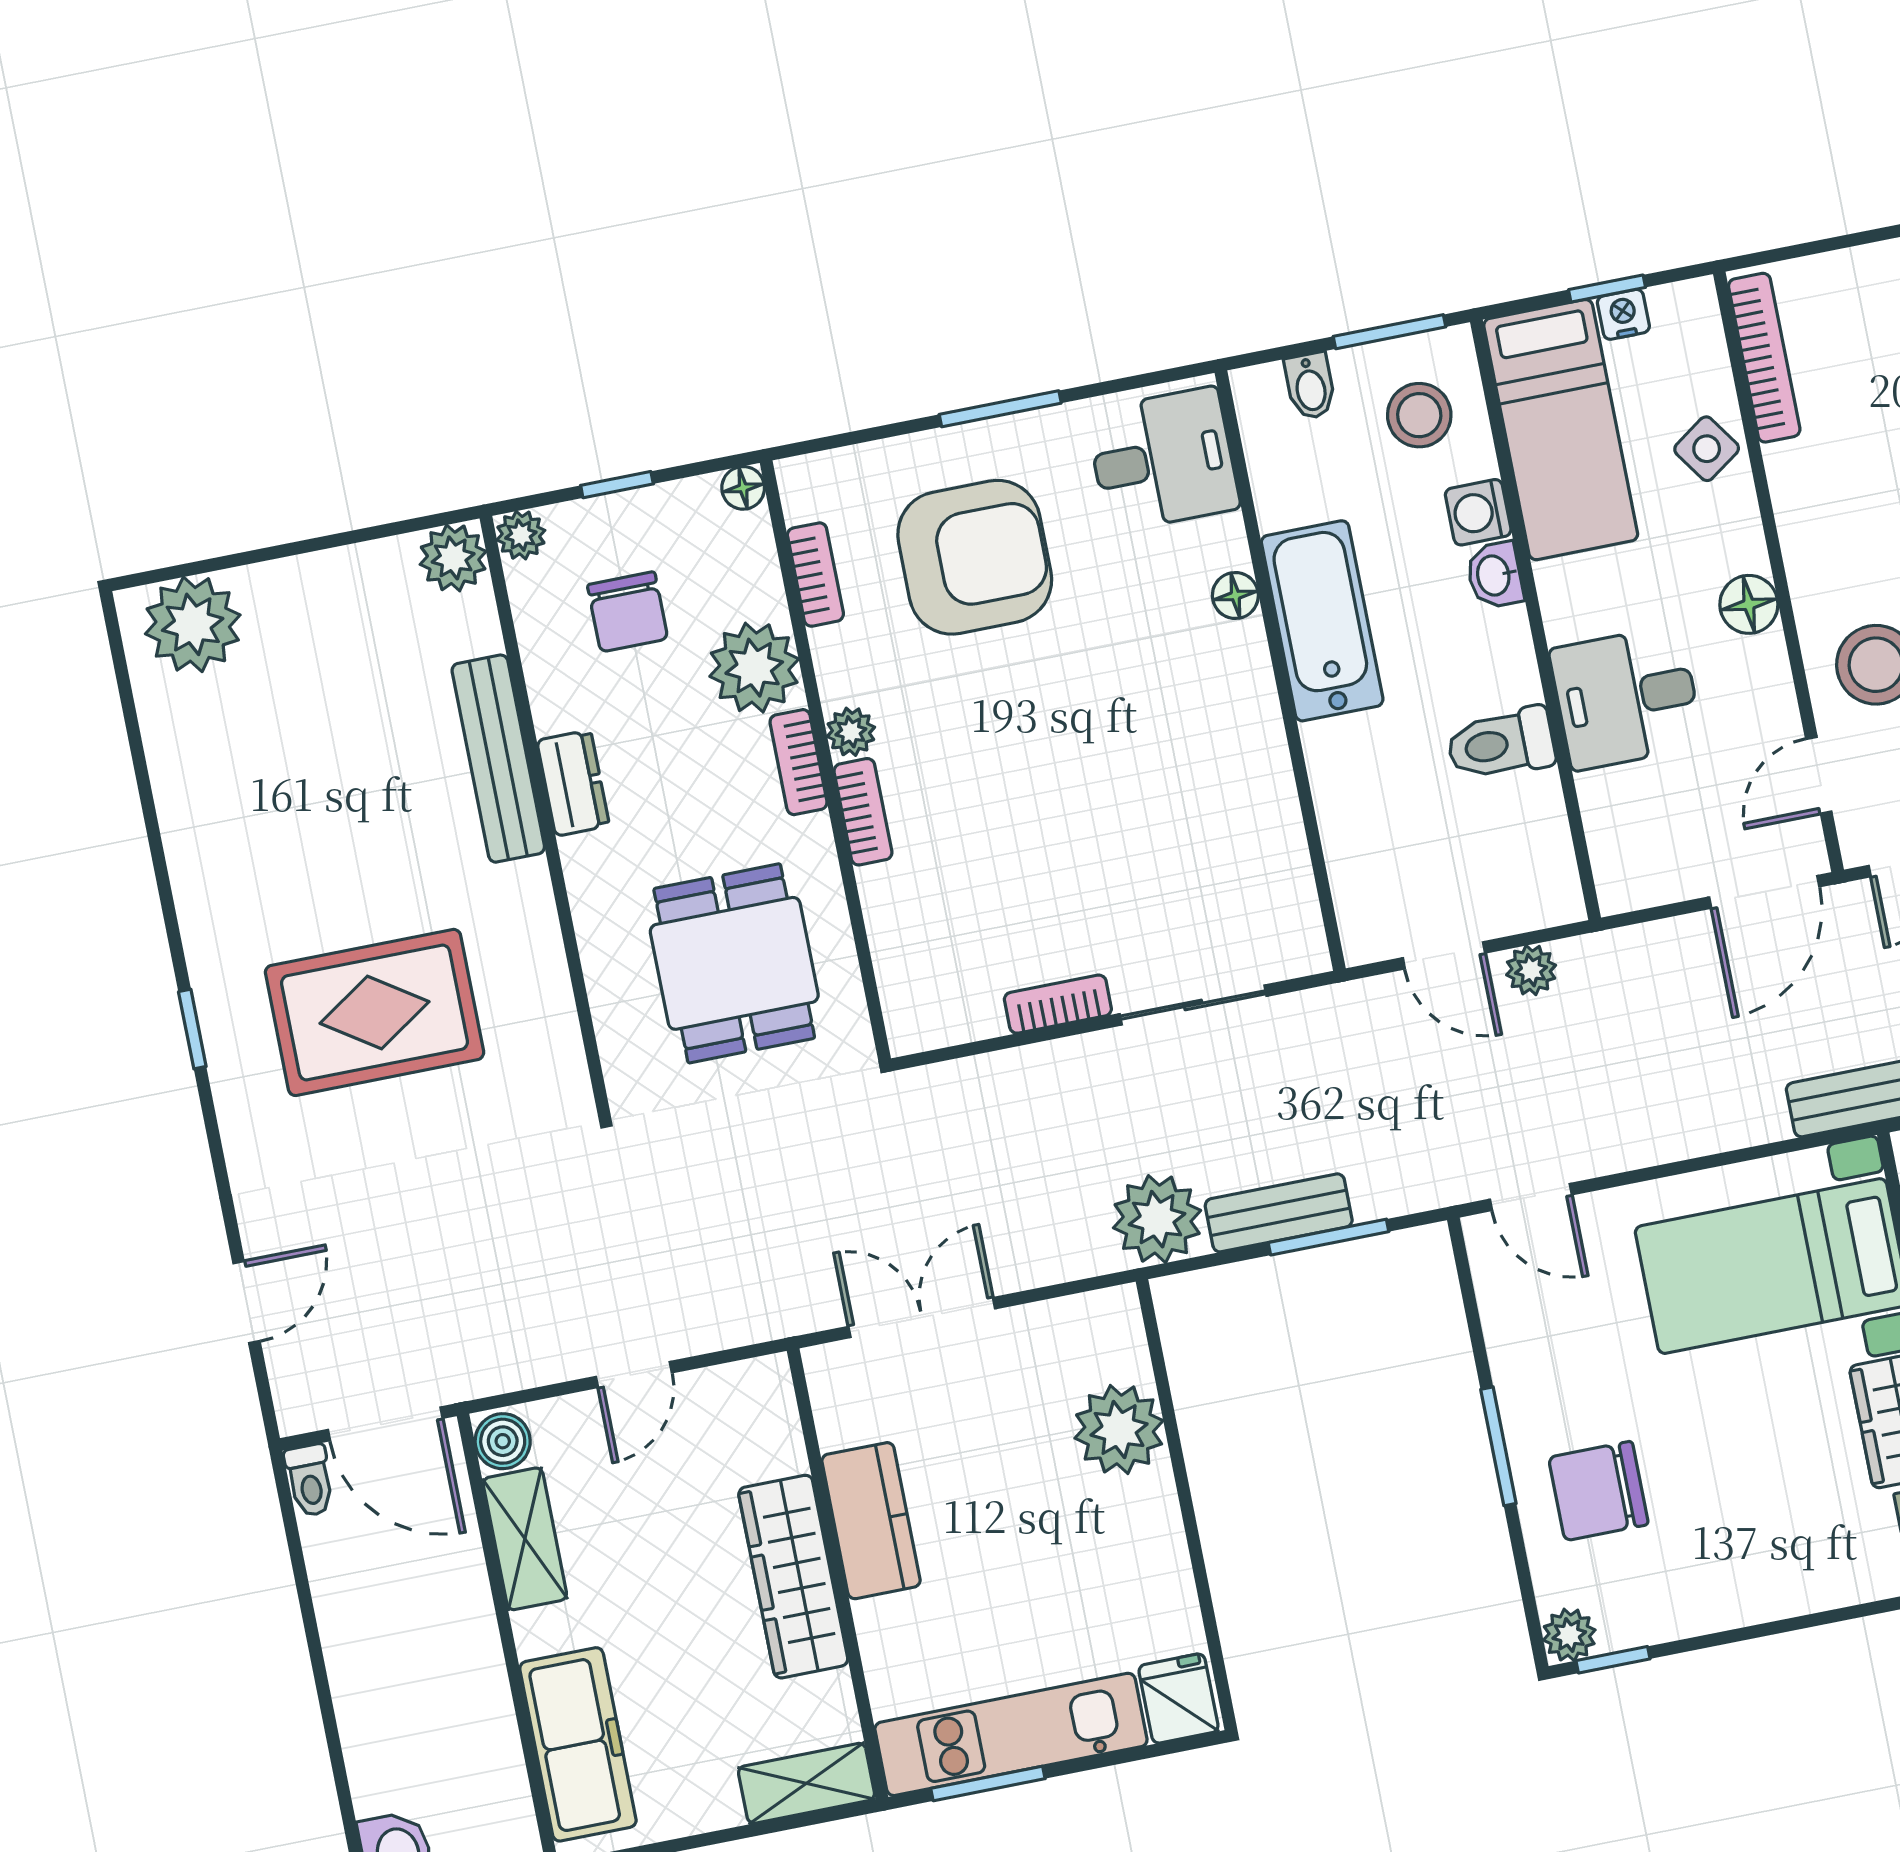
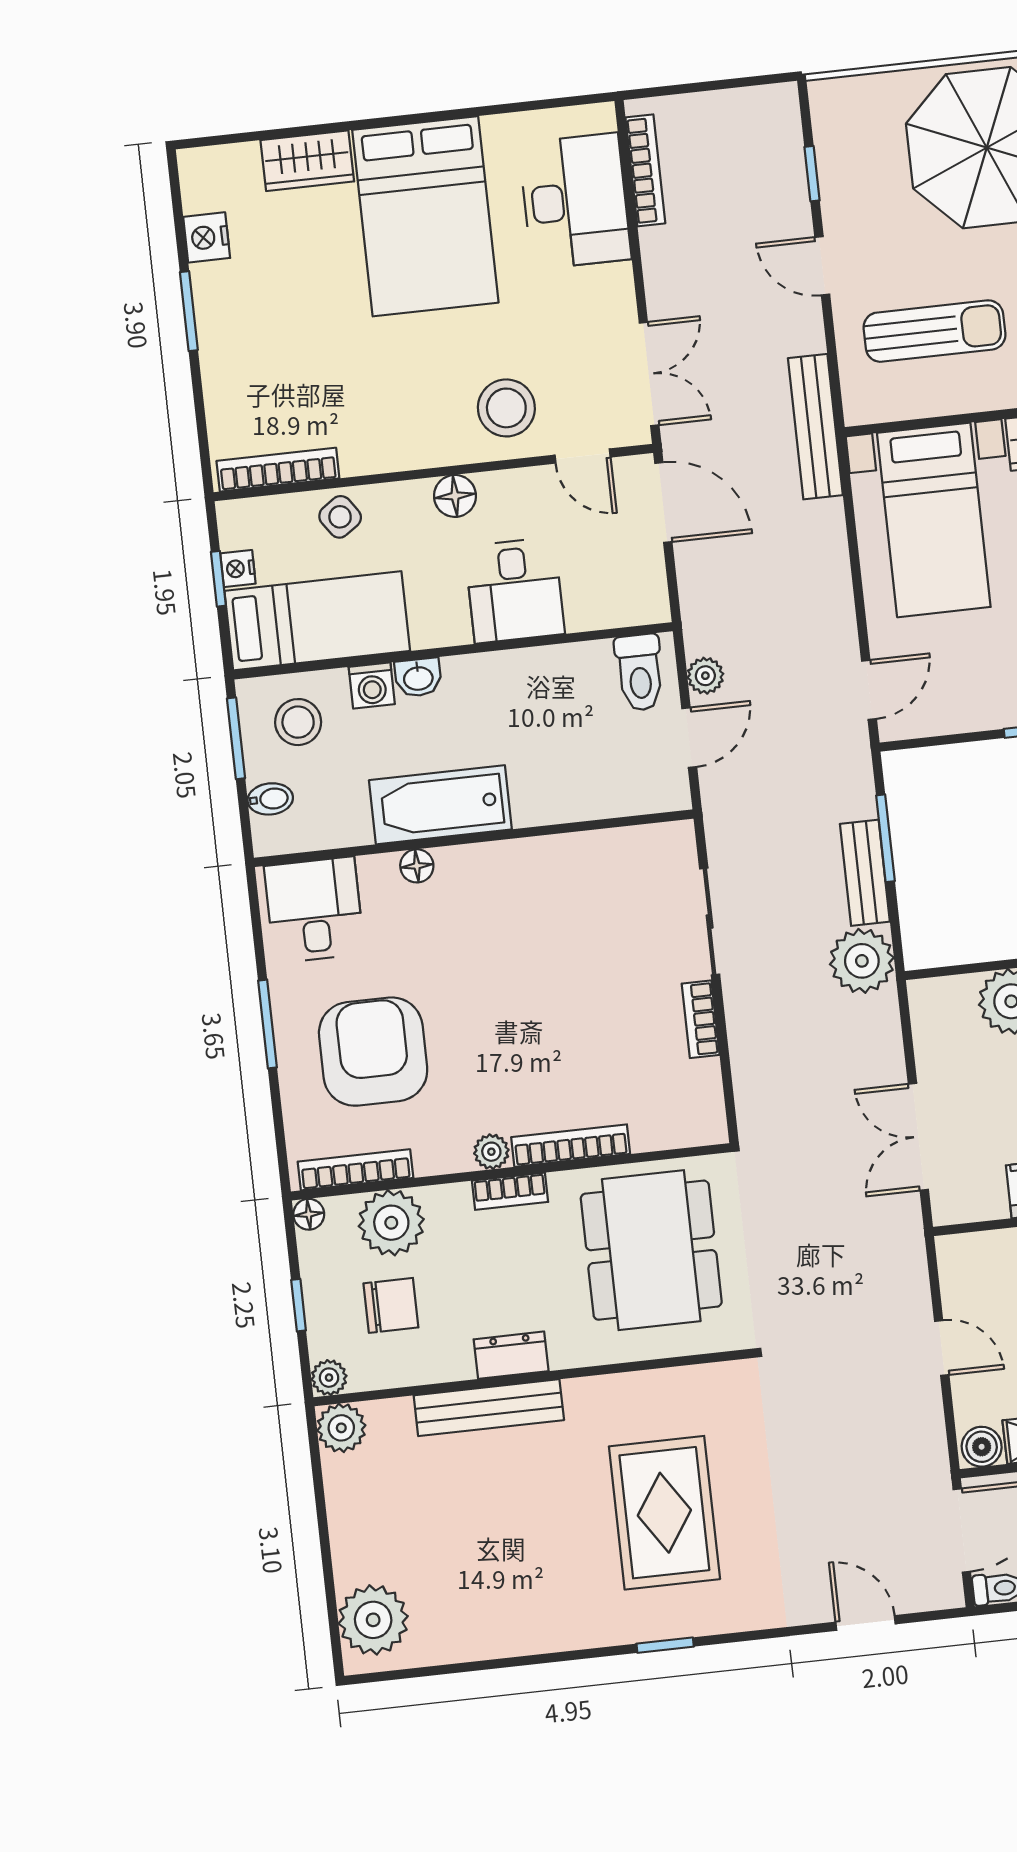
bookcase: (815, 575) -> (355, 1170), width x1.56
plant: (754, 668) -> (391, 1223), moved
toilet: (1501, 744) -> (640, 673), moved
bookcase: (863, 812) -> (571, 1146), width x1.56
dining table: (734, 963) -> (651, 1250), width x1.37

